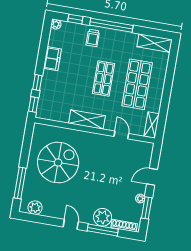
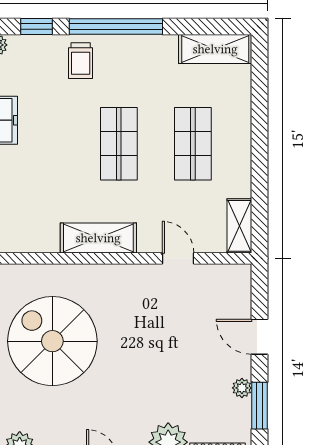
shop shelf: (137, 84) -> (193, 144), width x0.70, depth x0.74
spiral stairs: (58, 163) -> (52, 341), turned -90
door: (152, 177) -> (259, 337), hinge flipped

